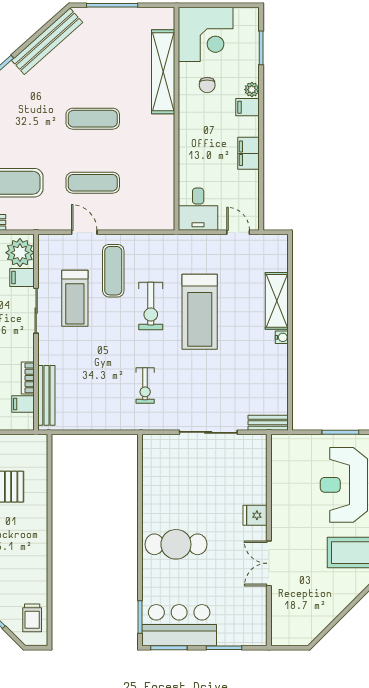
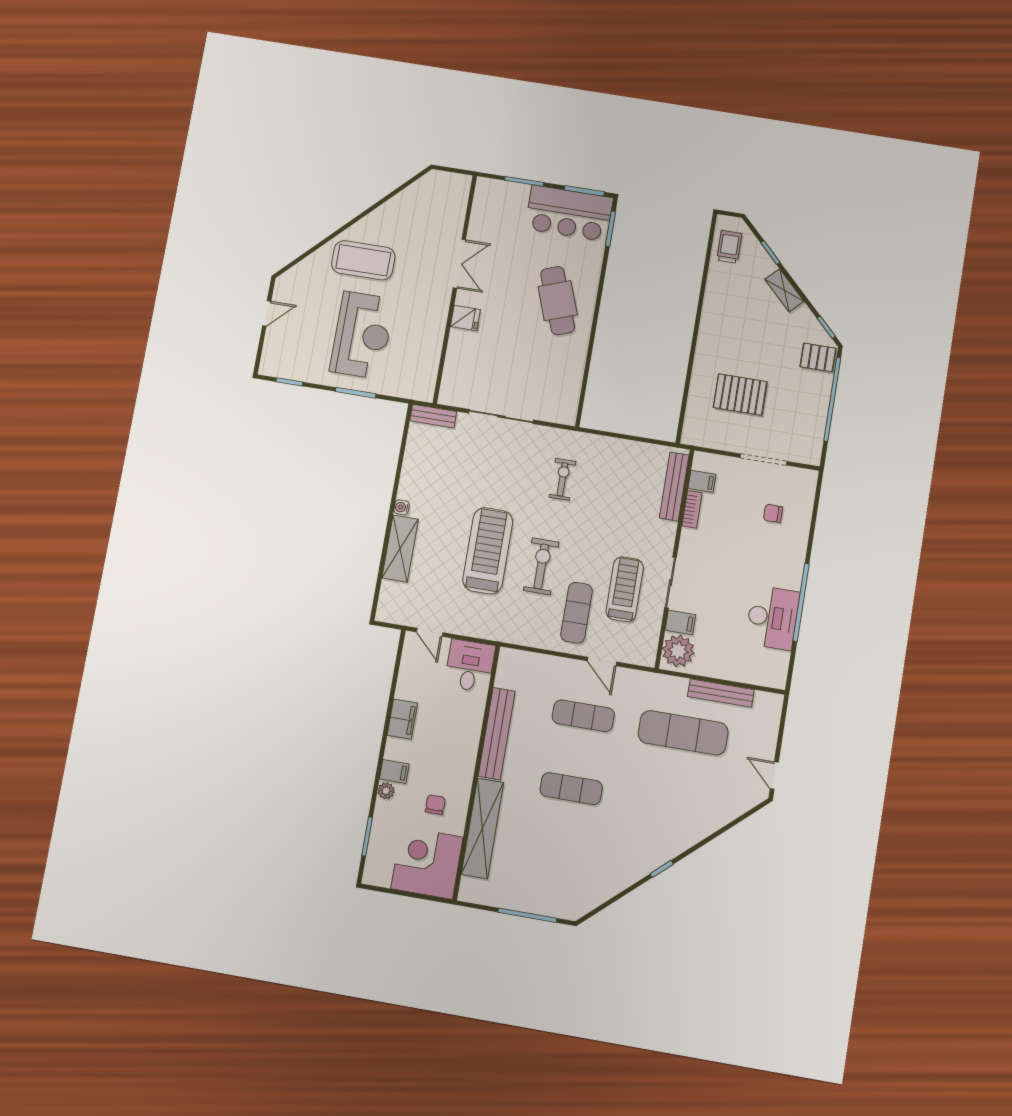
bench: (47, 41) -> (497, 734), moved, turned -48
cafe table: (176, 544) -> (558, 301), turned 70

